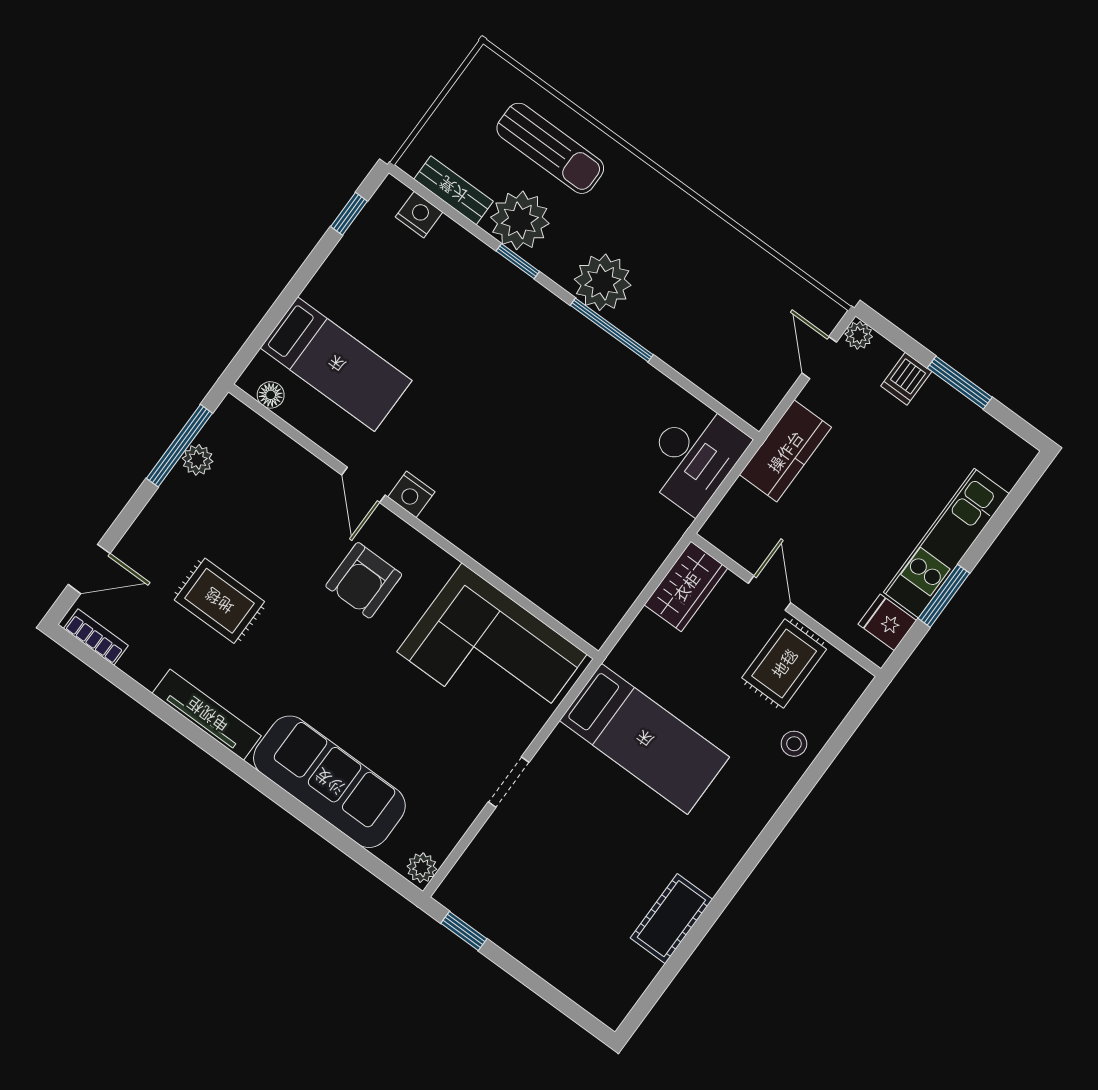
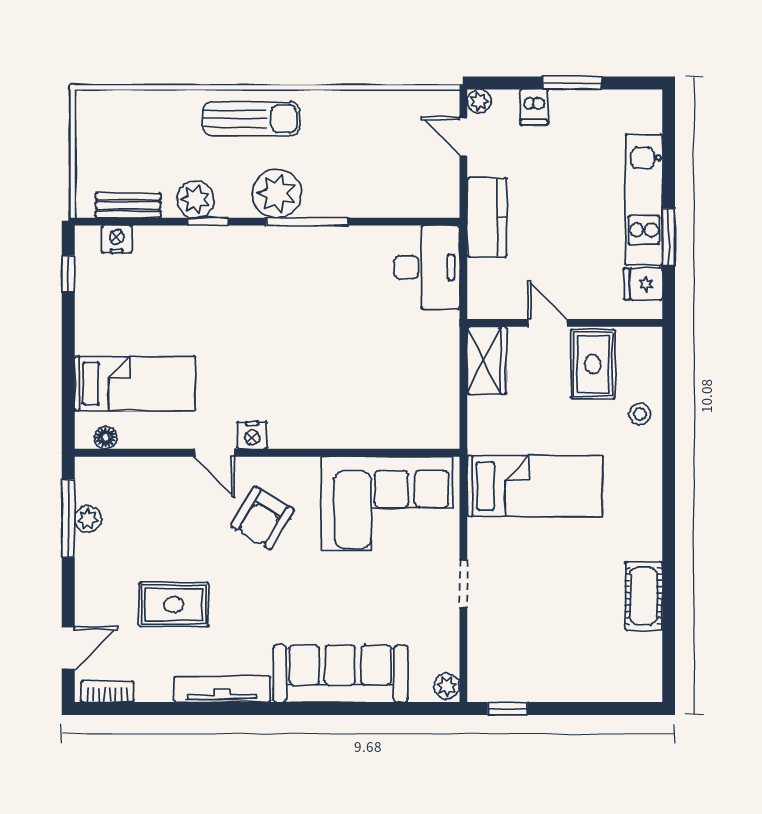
sun lounger: (550, 148) -> (251, 119), moved
plant: (520, 220) -> (196, 199), width x0.73, depth x0.73
armchair: (364, 580) -> (263, 518), turned 31

